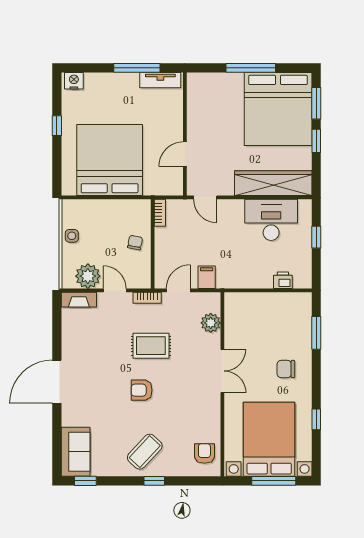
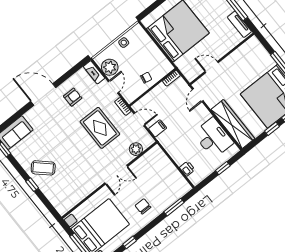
rug: (151, 346) -> (100, 128), width x1.36, depth x1.43
armchair: (142, 390) -> (73, 97), moved, turned 90
armchair: (204, 453) -> (67, 199), removed

